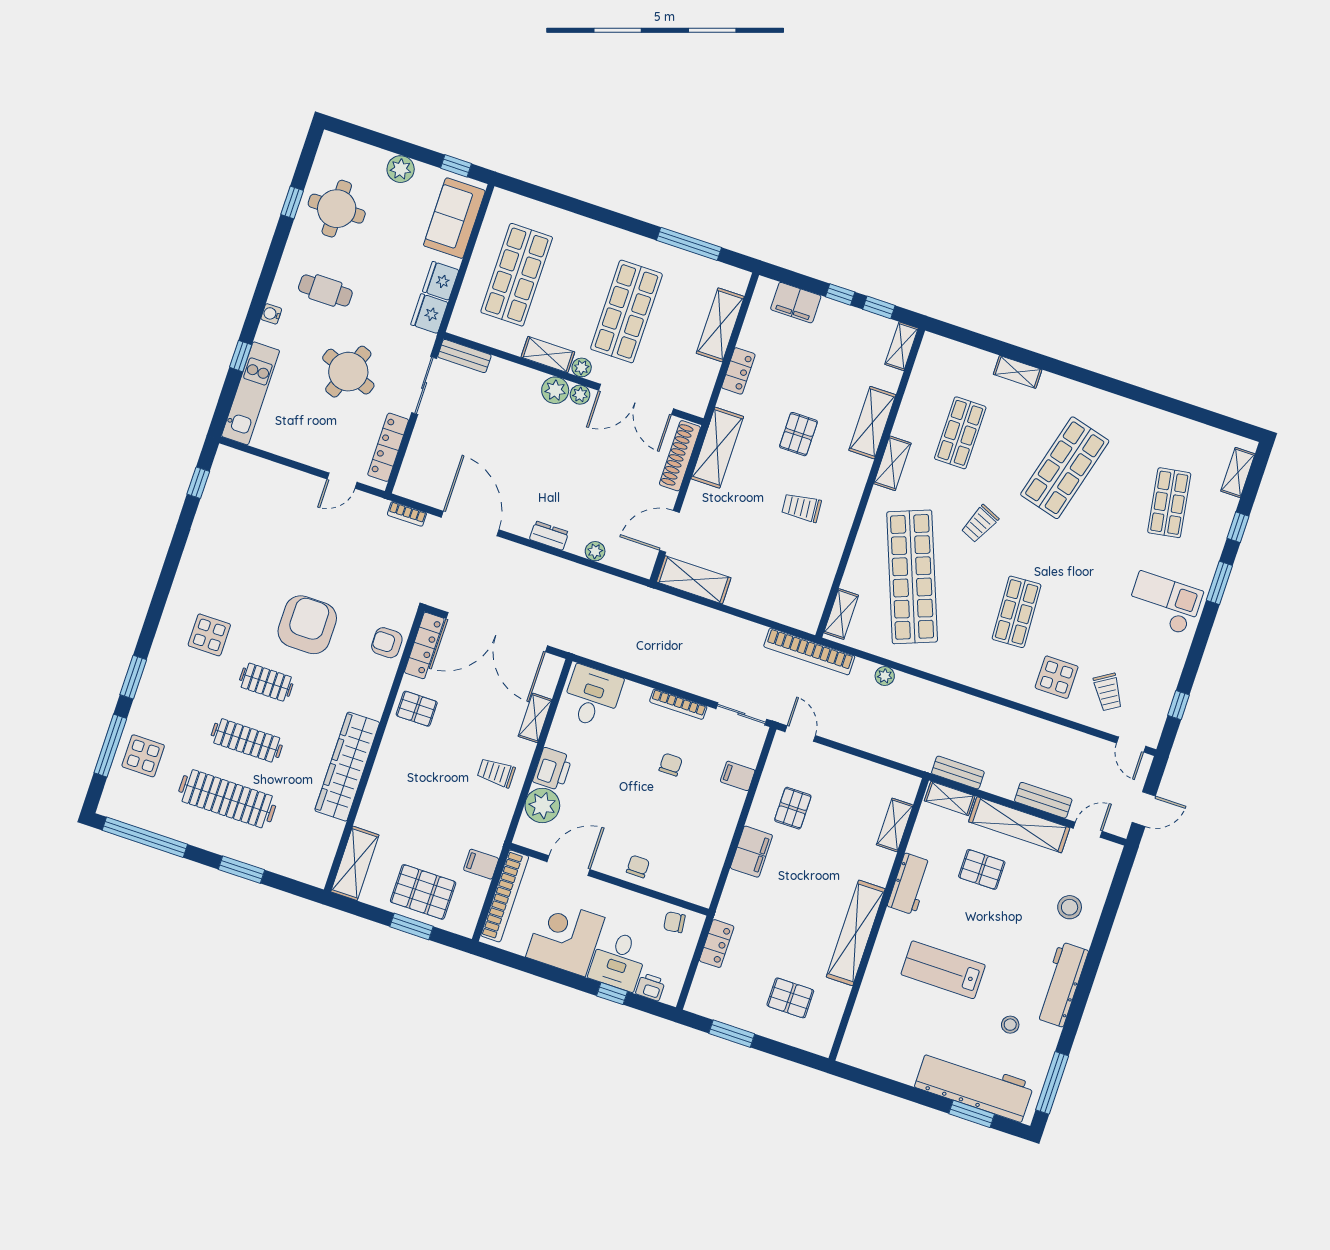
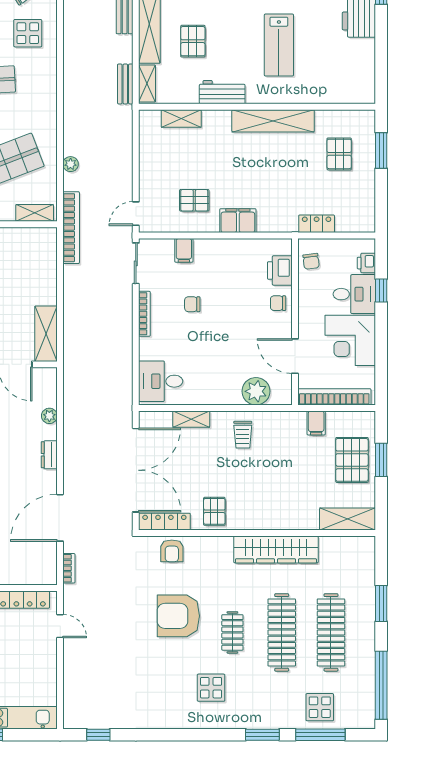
clothes rail: (247, 740) -> (282, 632), width x1.37, depth x1.31
printer: (552, 769) -> (280, 270), moved, turned -90
window: (732, 1034) -> (381, 150), moved

